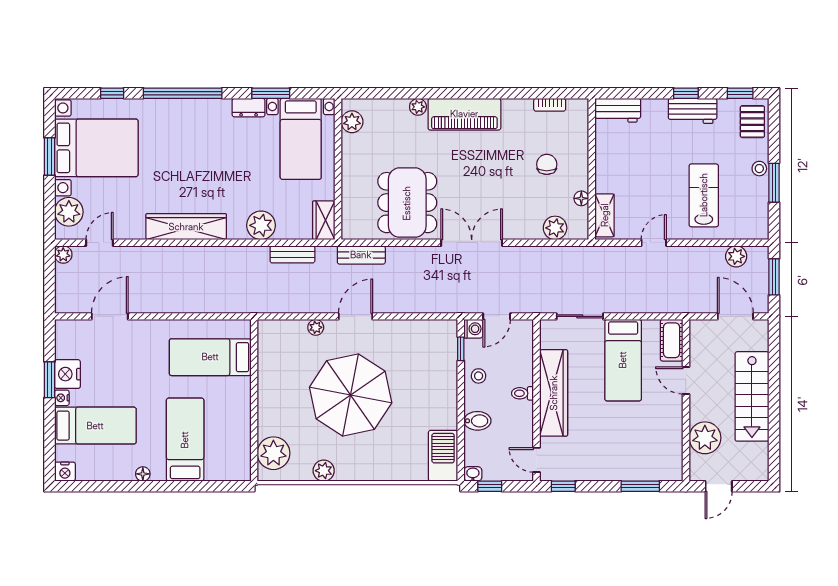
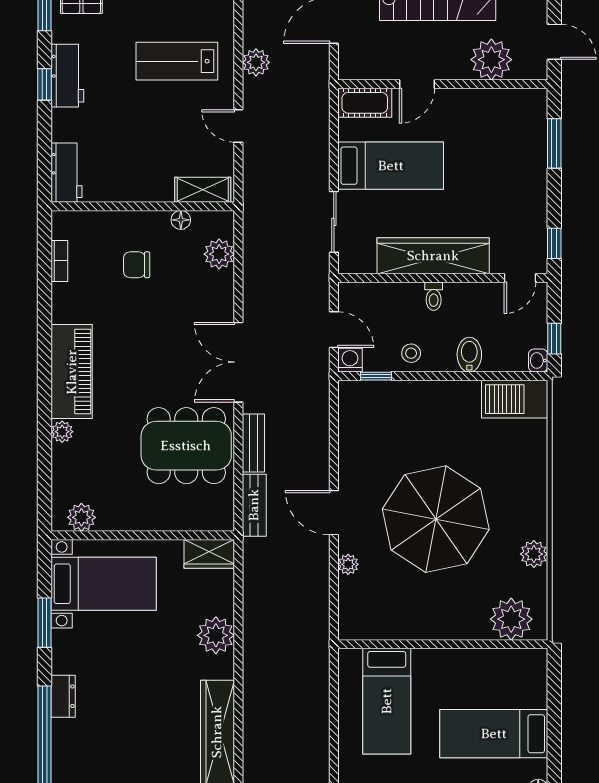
dresser: (249, 108) -> (63, 696), moved
bench: (292, 254) -> (253, 443), moved
plant: (736, 256) -> (256, 62), moved

